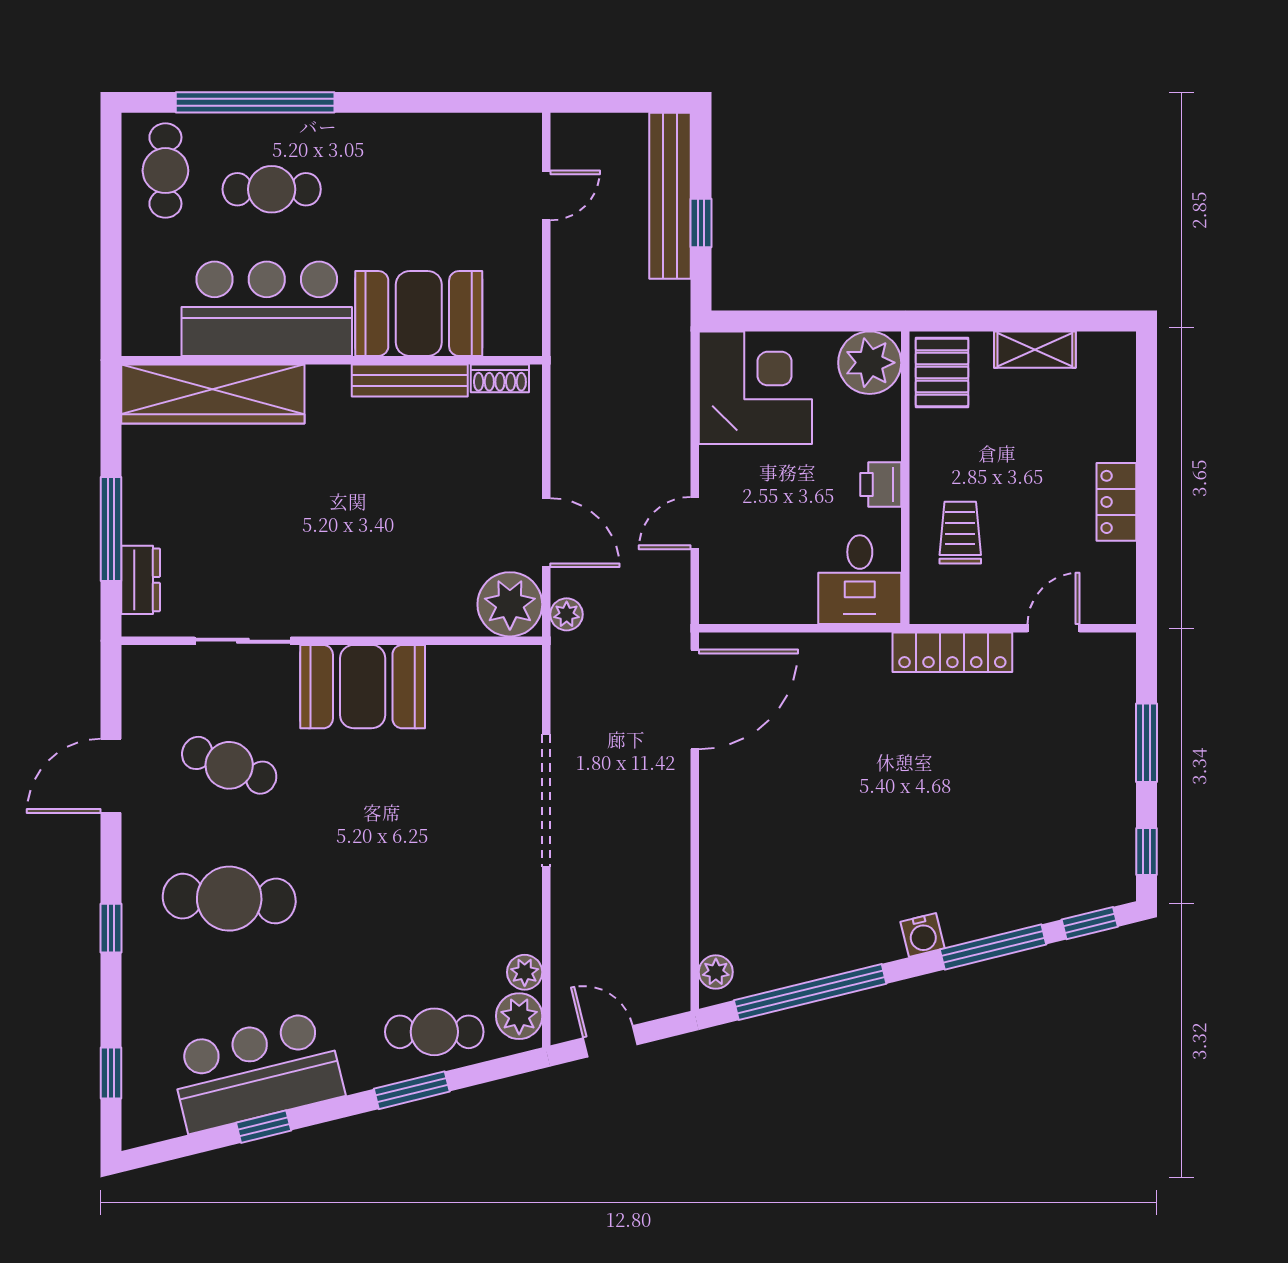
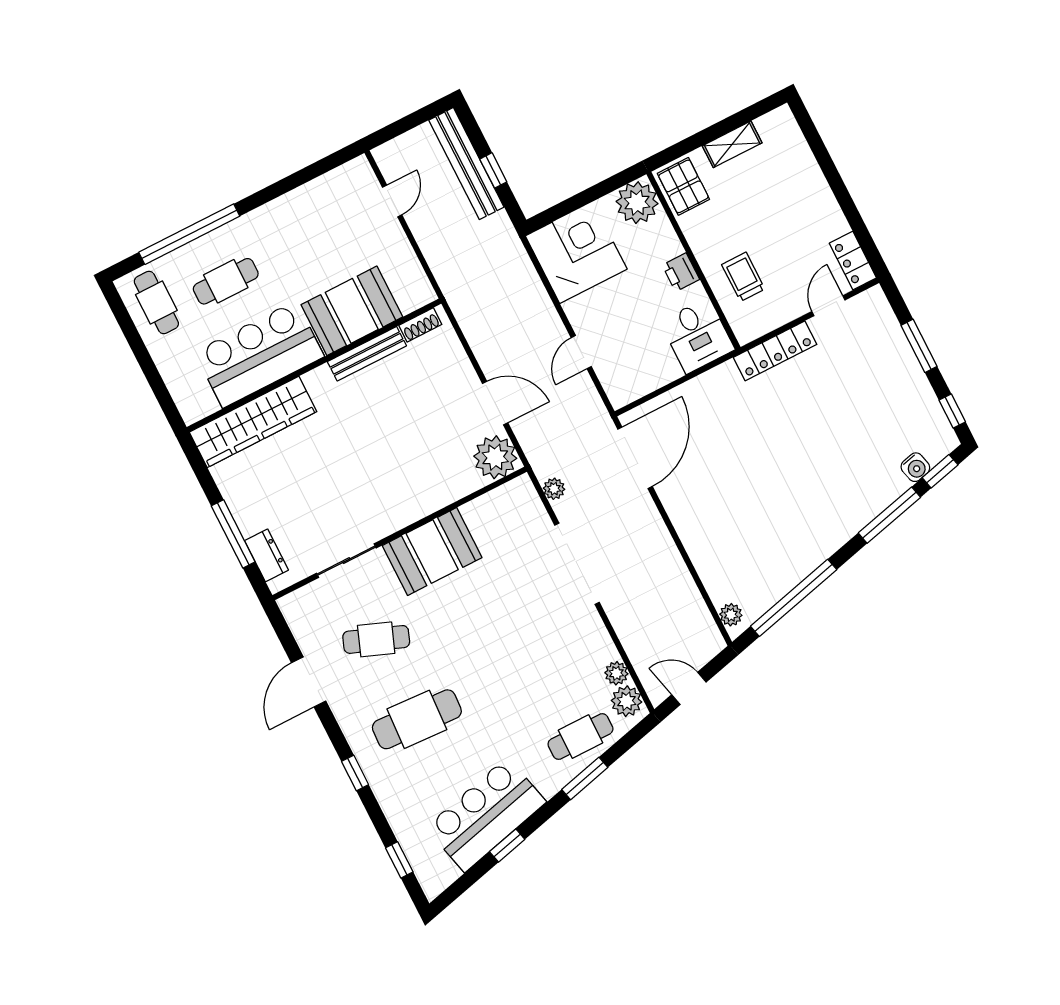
locker: (1116, 502) -> (853, 261), moved
plant: (567, 614) -> (554, 489), moved
water cooler: (923, 935) -> (915, 467), moved

